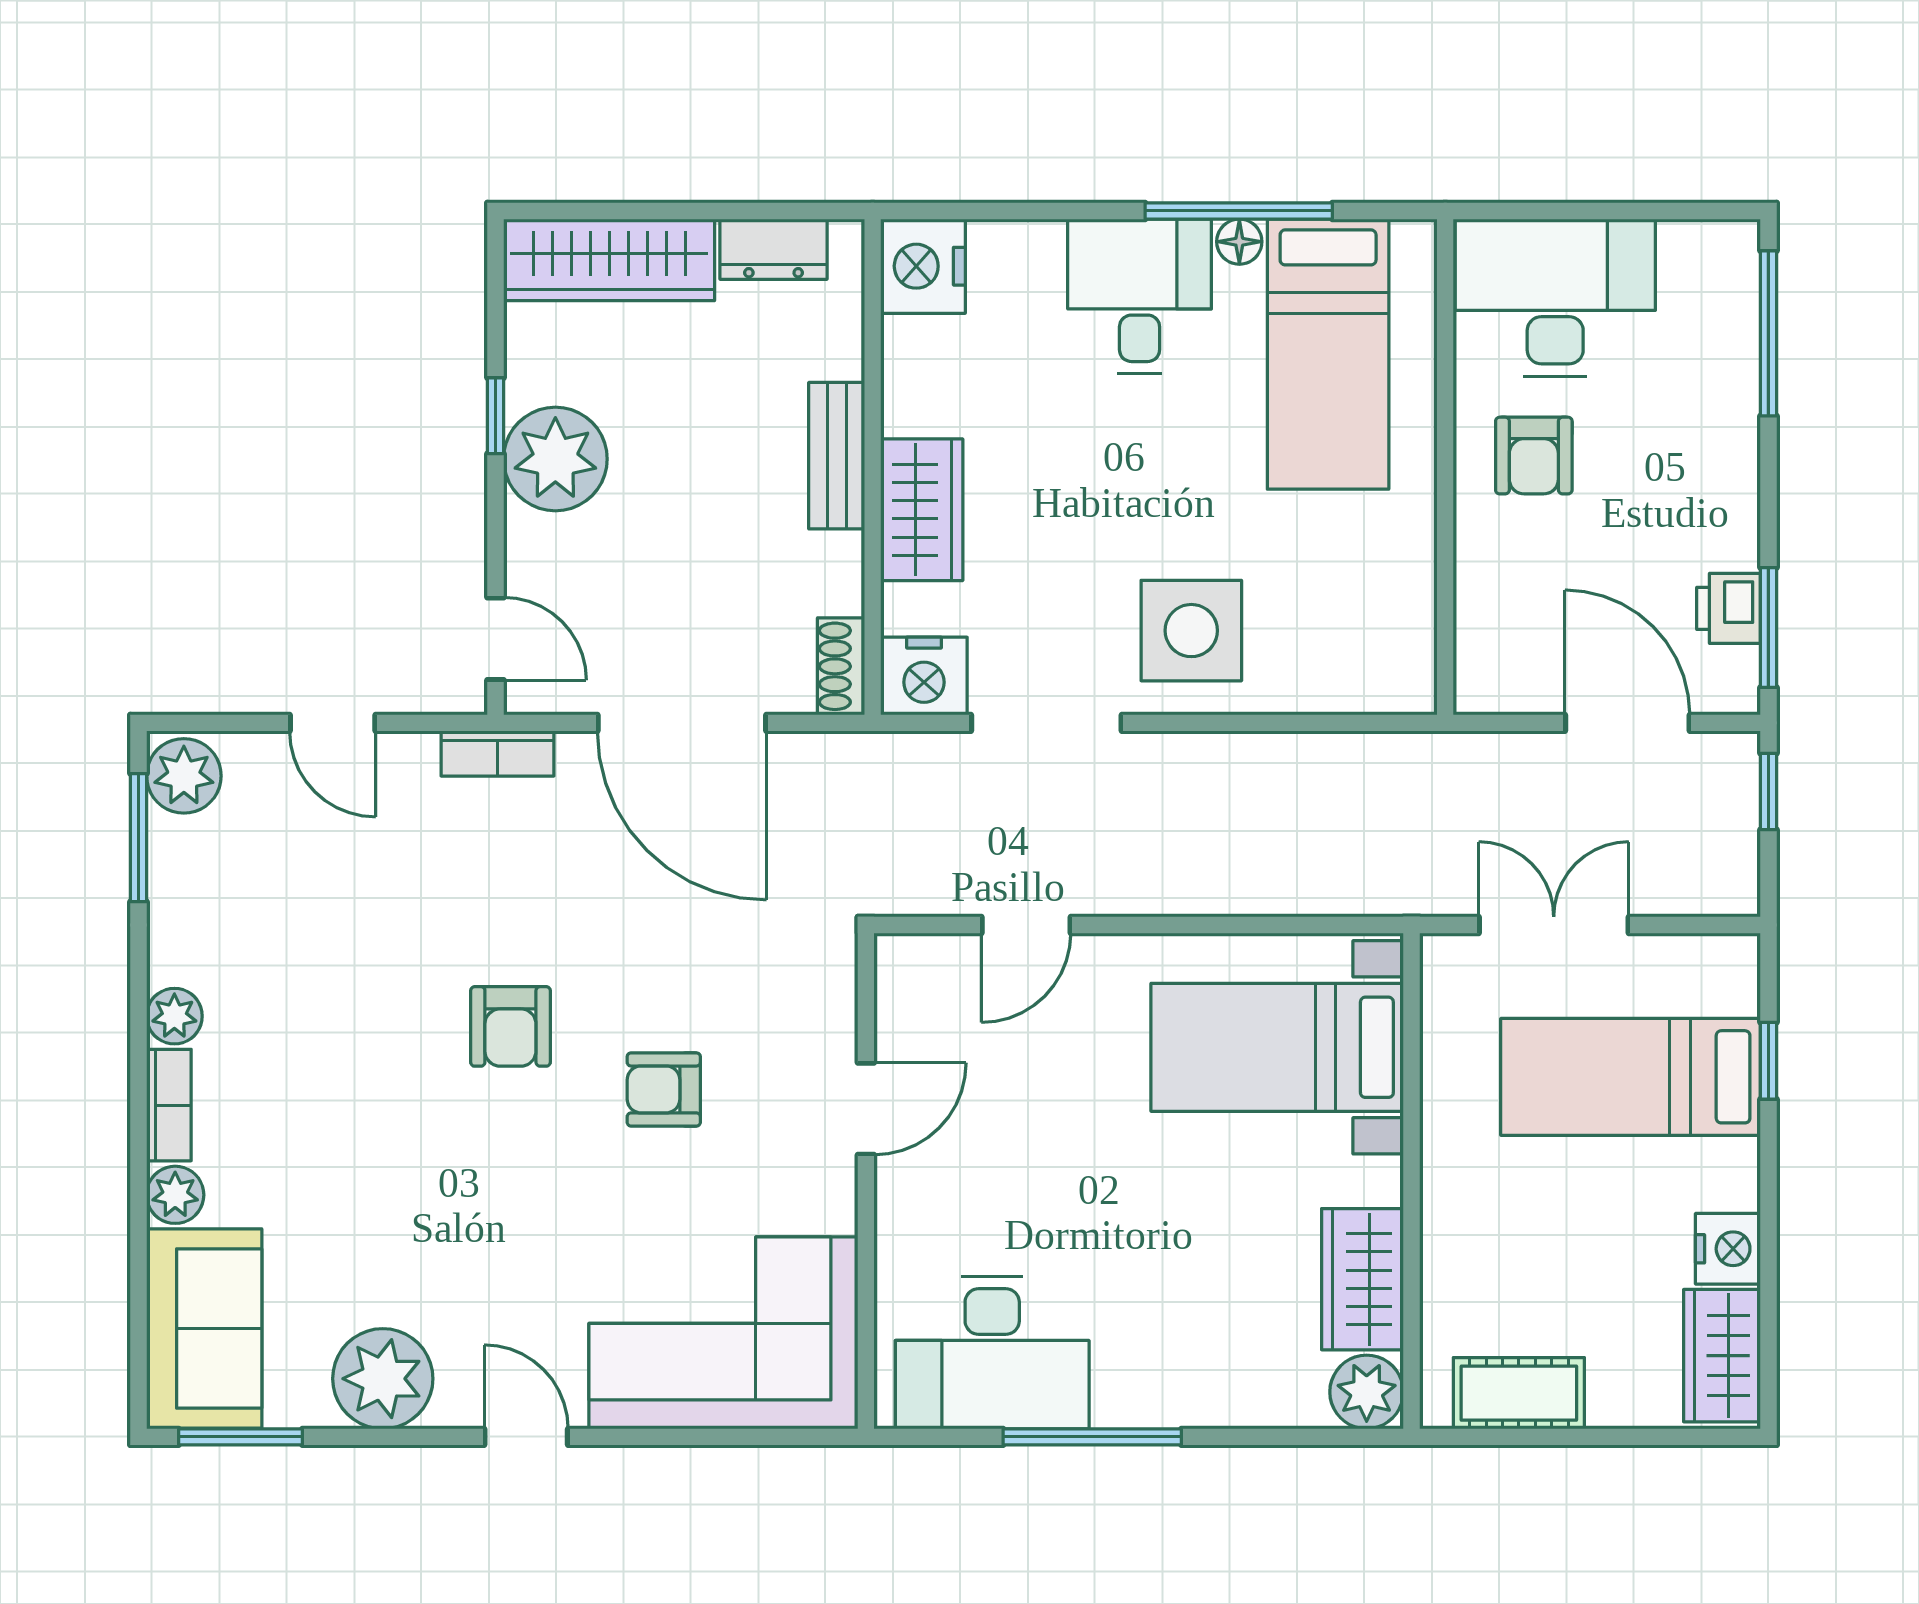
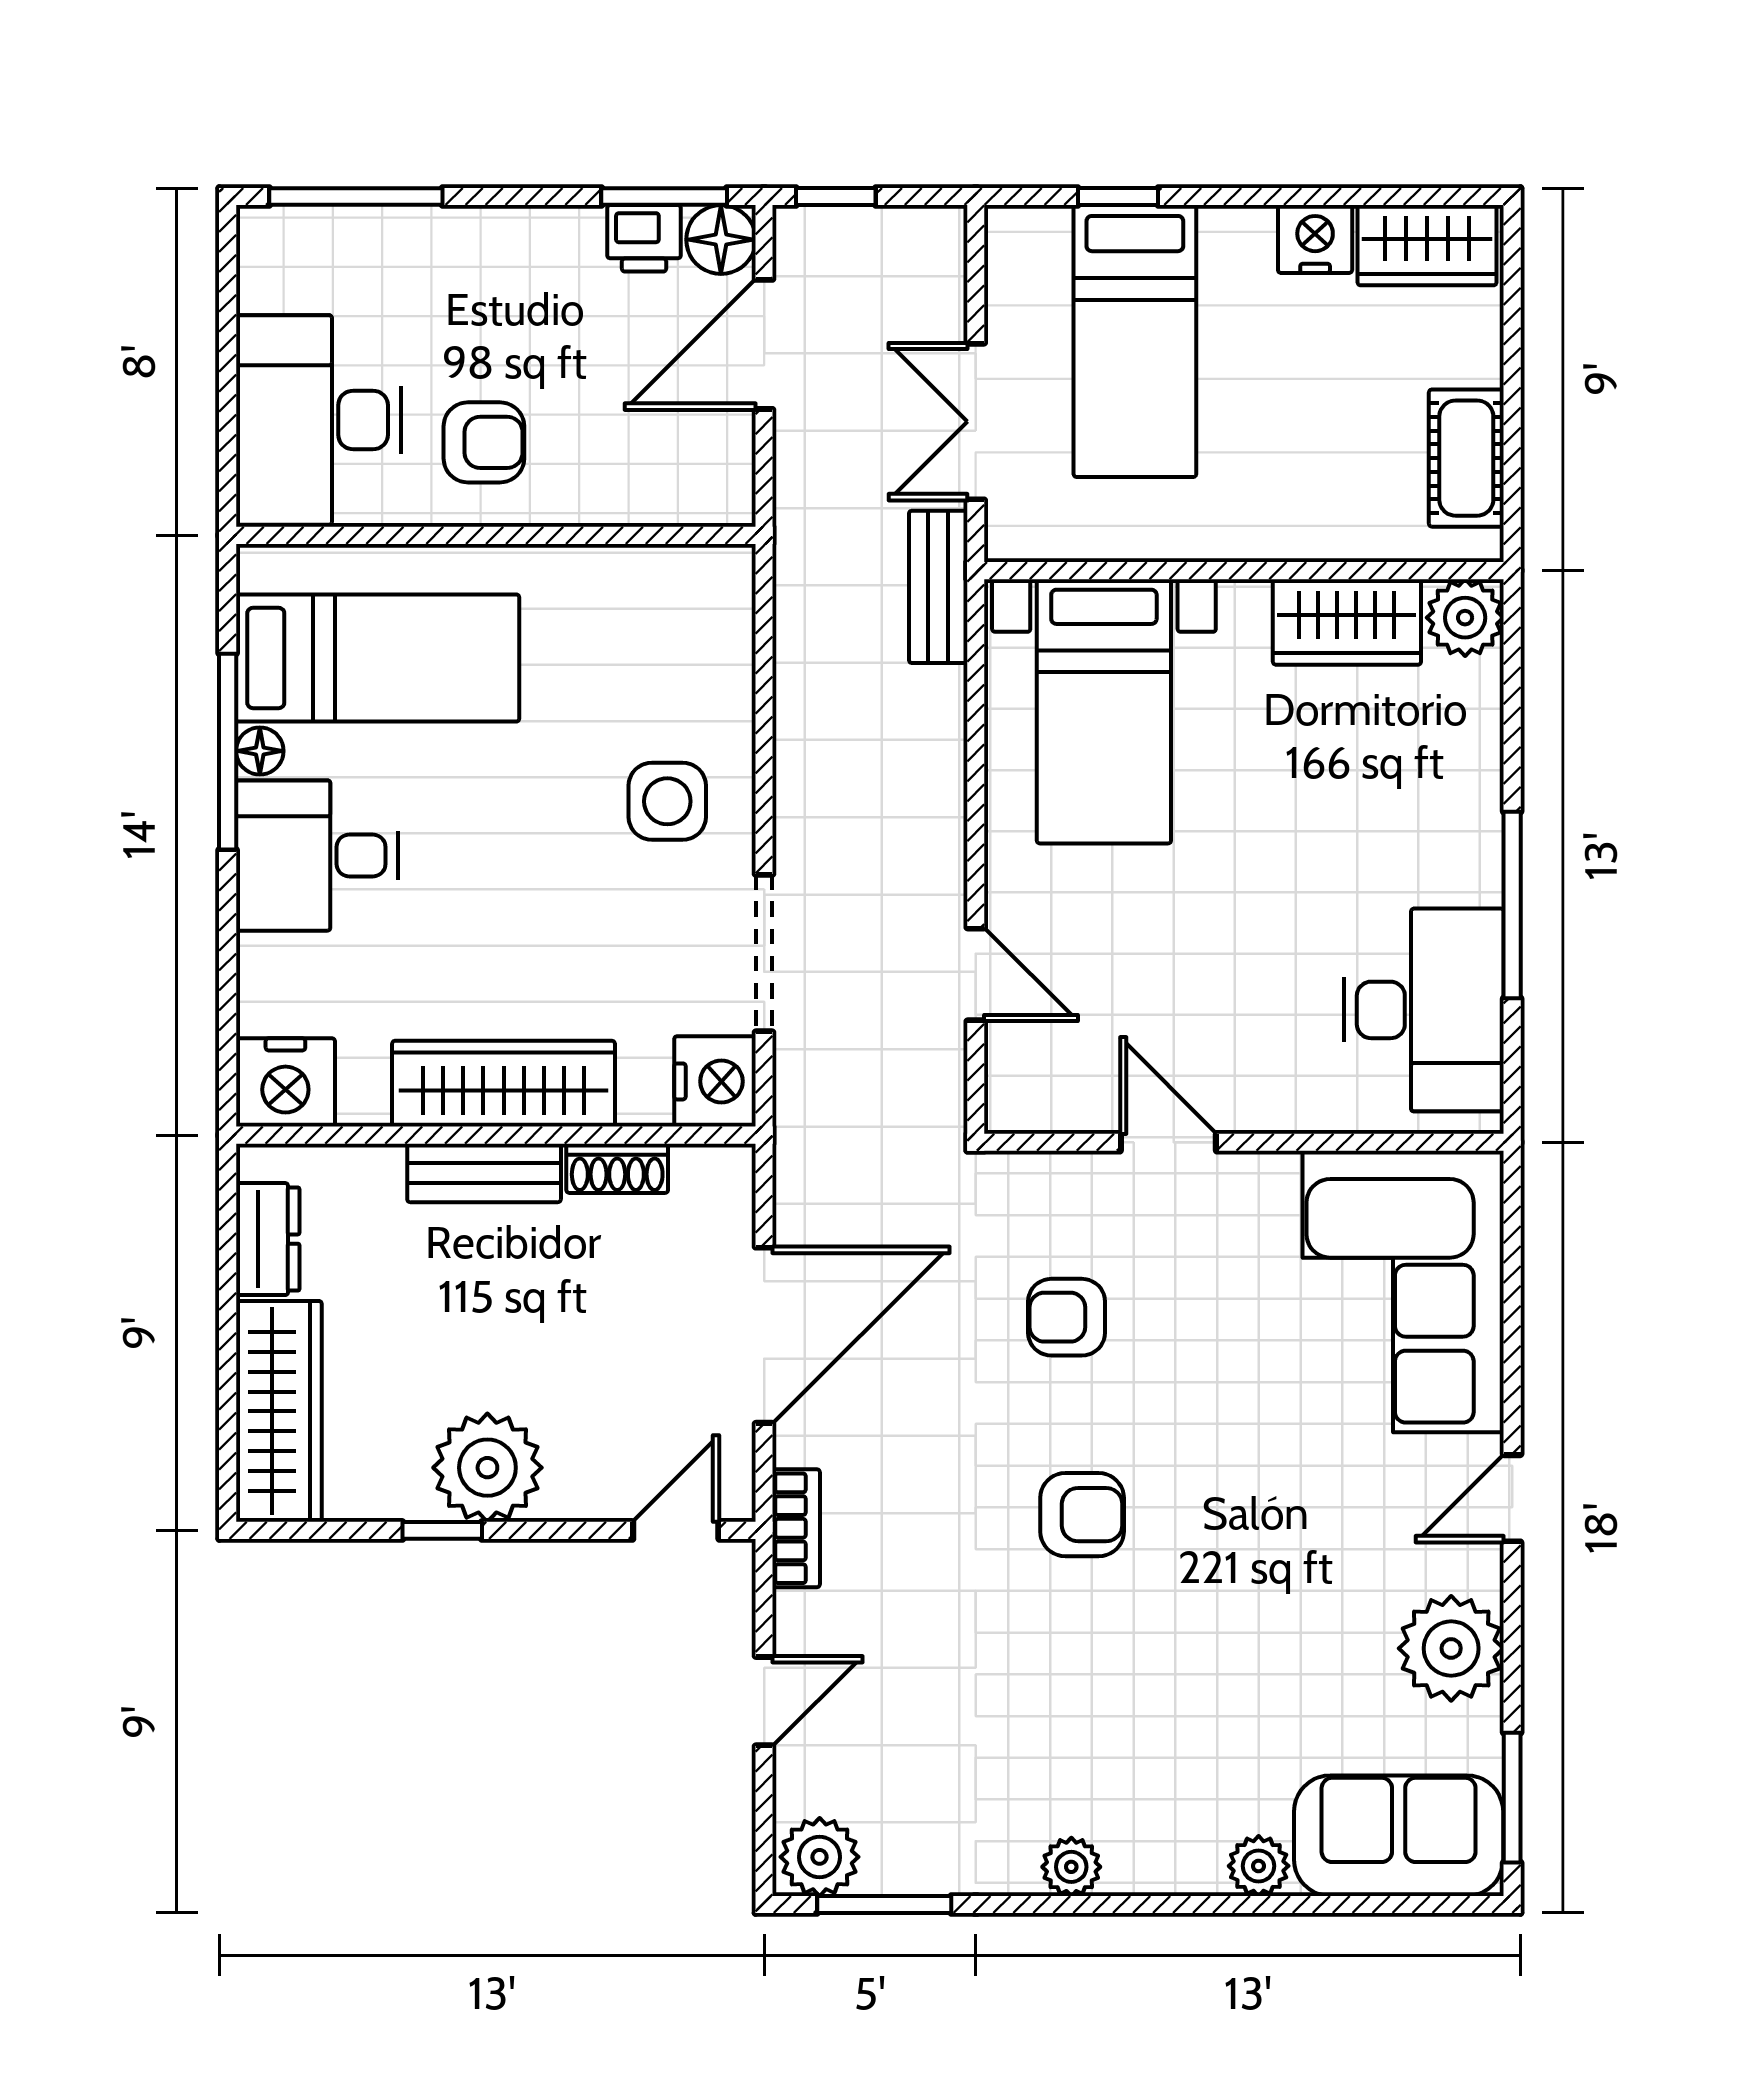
wardrobe: (922, 510) -> (504, 1084), width x1.50
side table: (1191, 631) -> (667, 801), width x0.73, depth x0.73
shoe rack: (841, 666) -> (617, 1168), moved
floor lamp: (1727, 682) -> (721, 240), added
bench: (1396, 889) -> (938, 587), added
armchair: (664, 1089) -> (1067, 1317), moved, turned 90
bookcase: (169, 1105) -> (1164, 1873), removed

